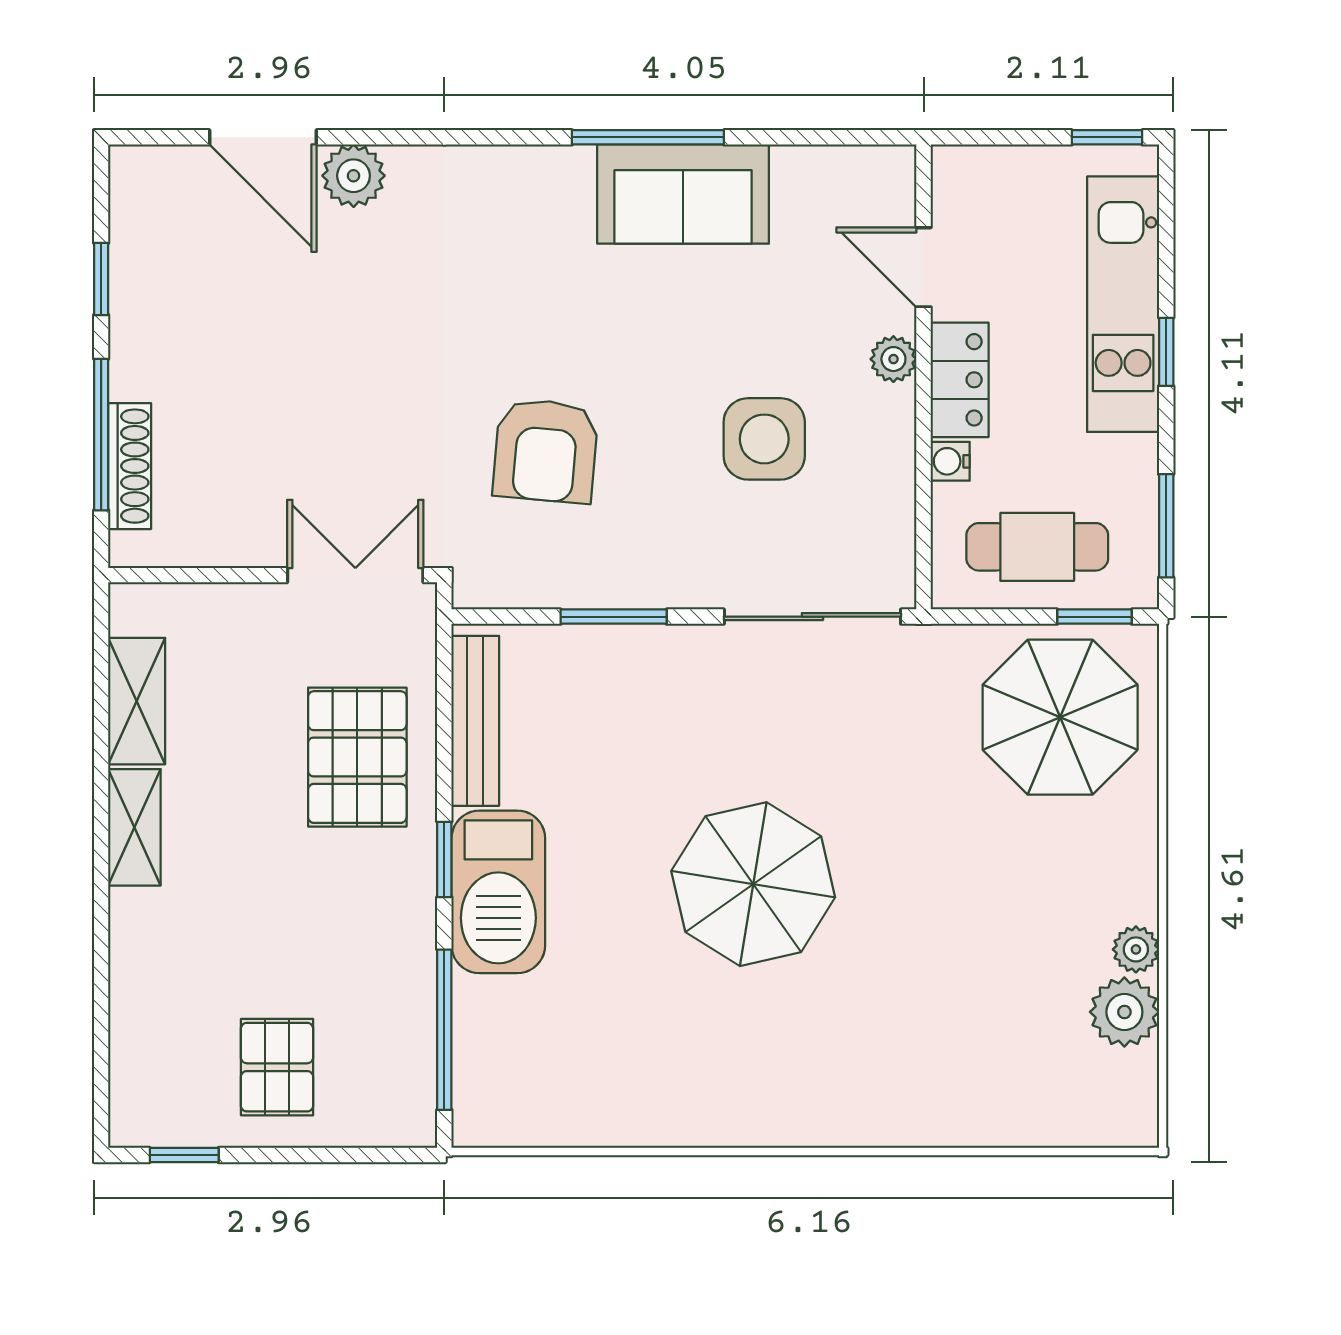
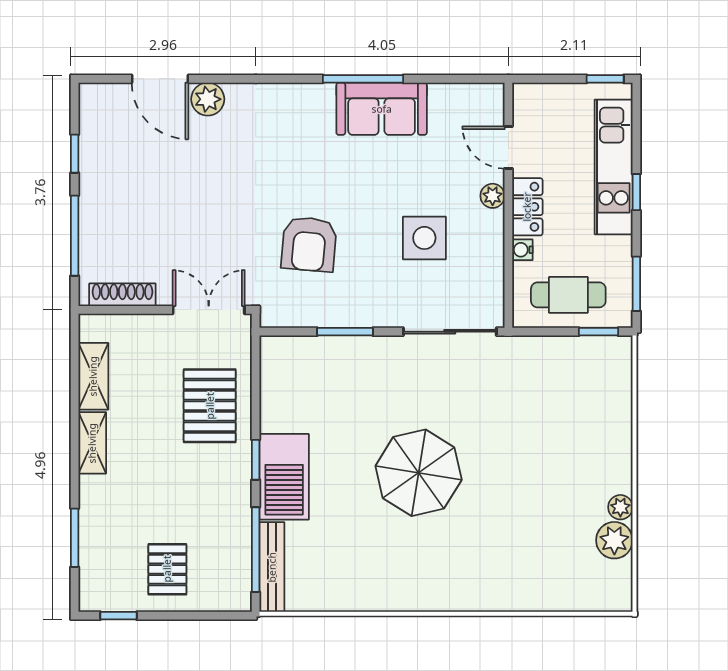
shoe rack: (130, 466) -> (122, 295), moved, turned -90
parasol: (1060, 717) -> (580, 385), removed
bench: (475, 721) -> (272, 567), moved
window: (101, 1007) -> (75, 538), added

